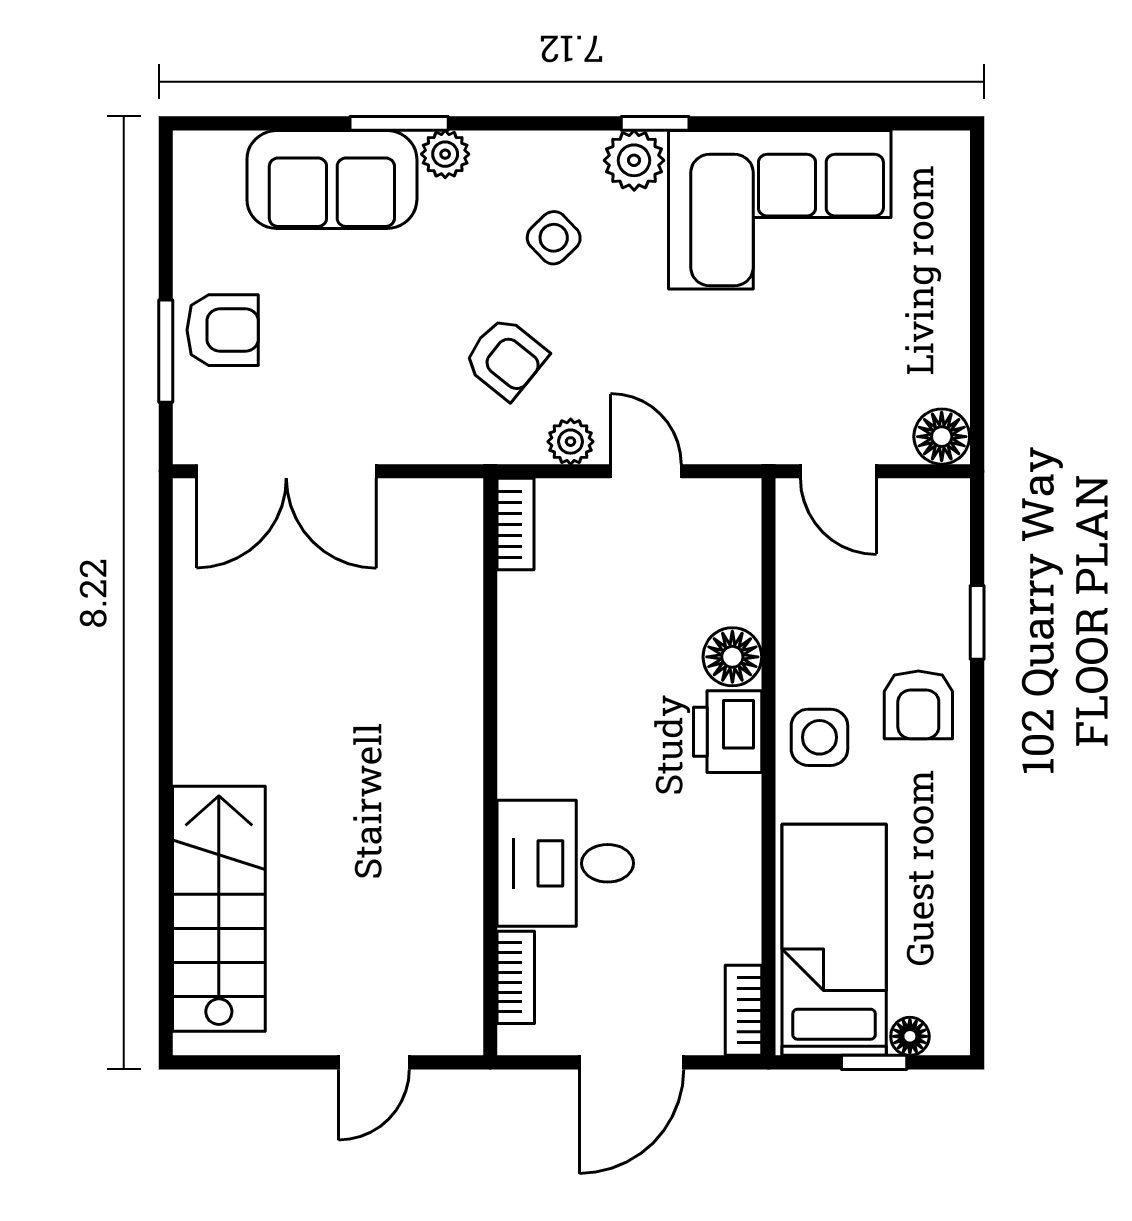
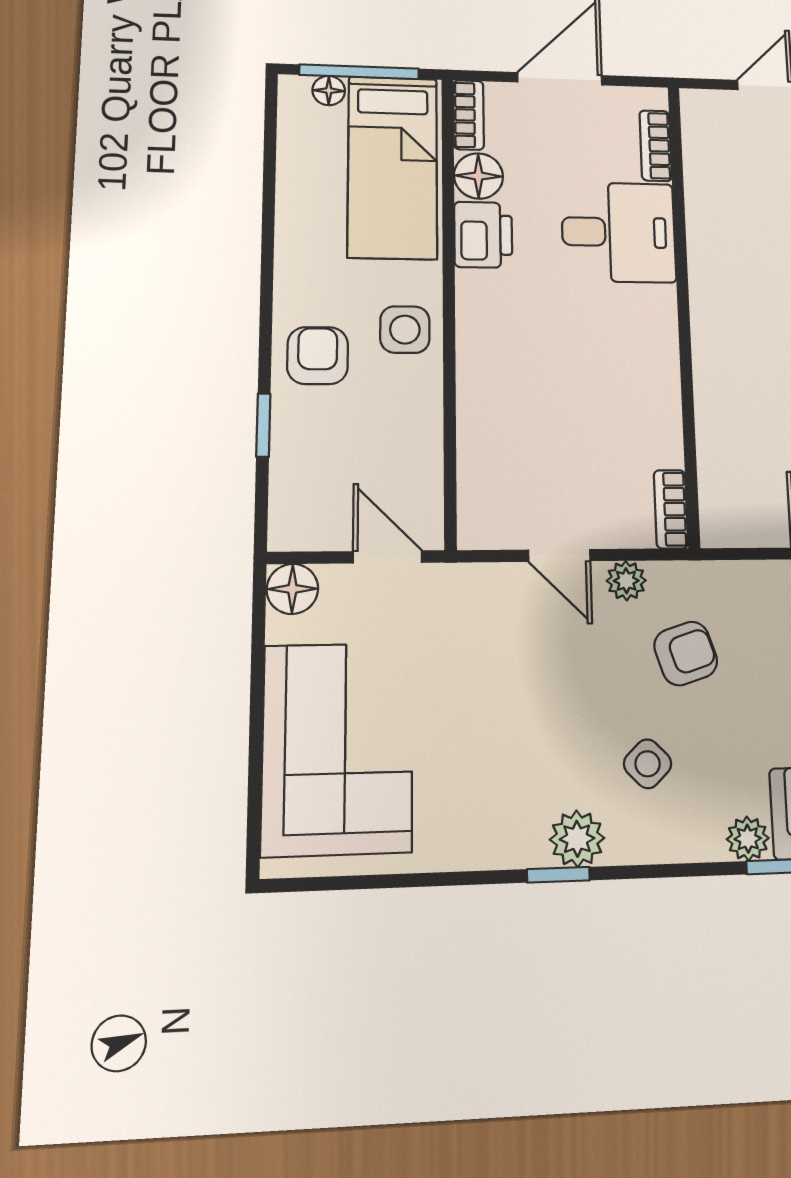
corner sofa: (780, 210) -> (338, 748), moved, turned 90
armchair: (506, 358) -> (686, 653), turned 123
floor lamp: (732, 657) -> (478, 176), moved
printer: (728, 732) -> (483, 235), moved
window: (874, 1062) -> (359, 72), width x2.17

